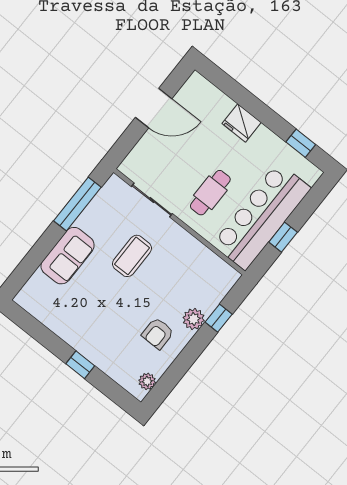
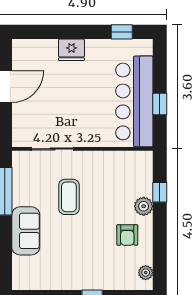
cafe table: (210, 193) -> (88, 113), removed

